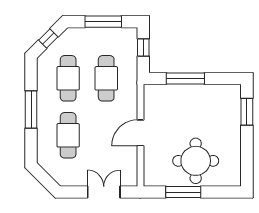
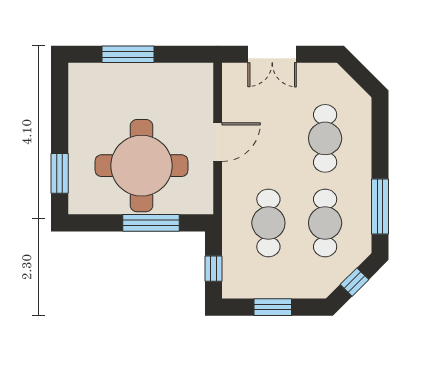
window: (103, 22) -> (273, 307), width x0.69
window: (31, 110) -> (380, 207), moved
round table: (196, 161) -> (141, 166), moved, width x1.36, depth x1.36
window: (183, 192) -> (128, 54), moved

